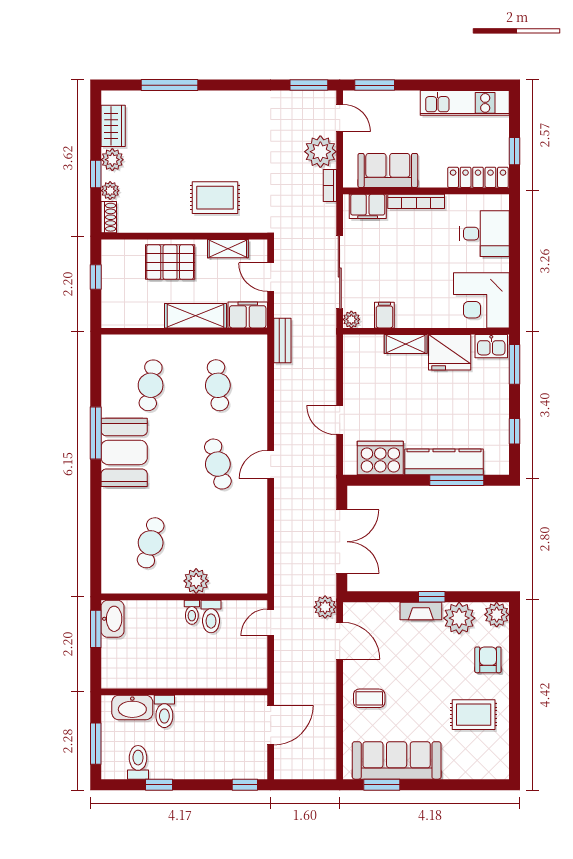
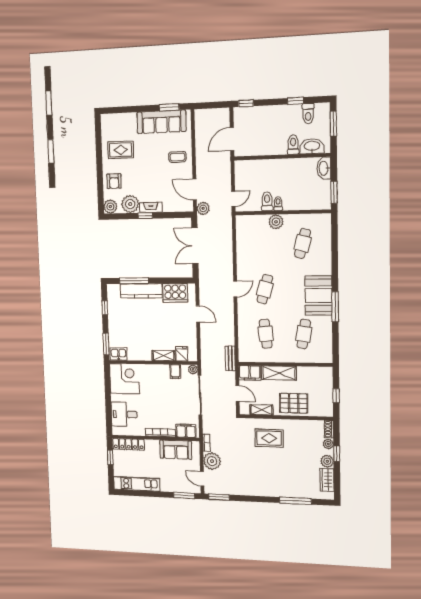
fridge: (450, 352) -> (182, 354), moved, width x0.53, depth x0.75
cafe table: (218, 464) -> (265, 289), turned 30
washbasin: (113, 619) -> (324, 168), moved

